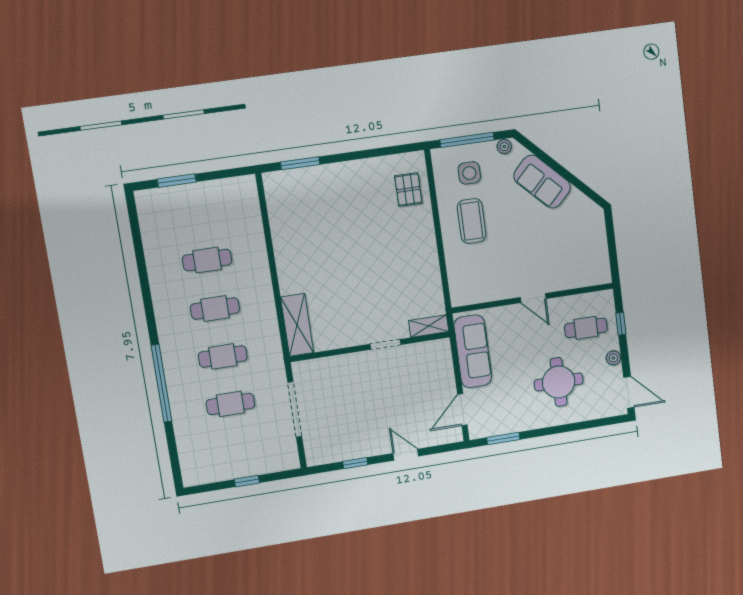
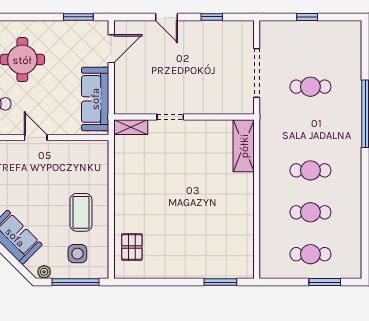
cafe table: (223, 356) -> (310, 254), moved

